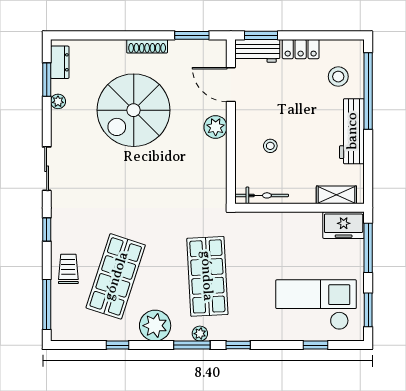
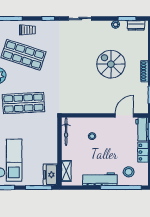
spiral stairs: (134, 110) -> (111, 64), width x0.73, depth x0.73
plant: (216, 127) -> (102, 107), removed

